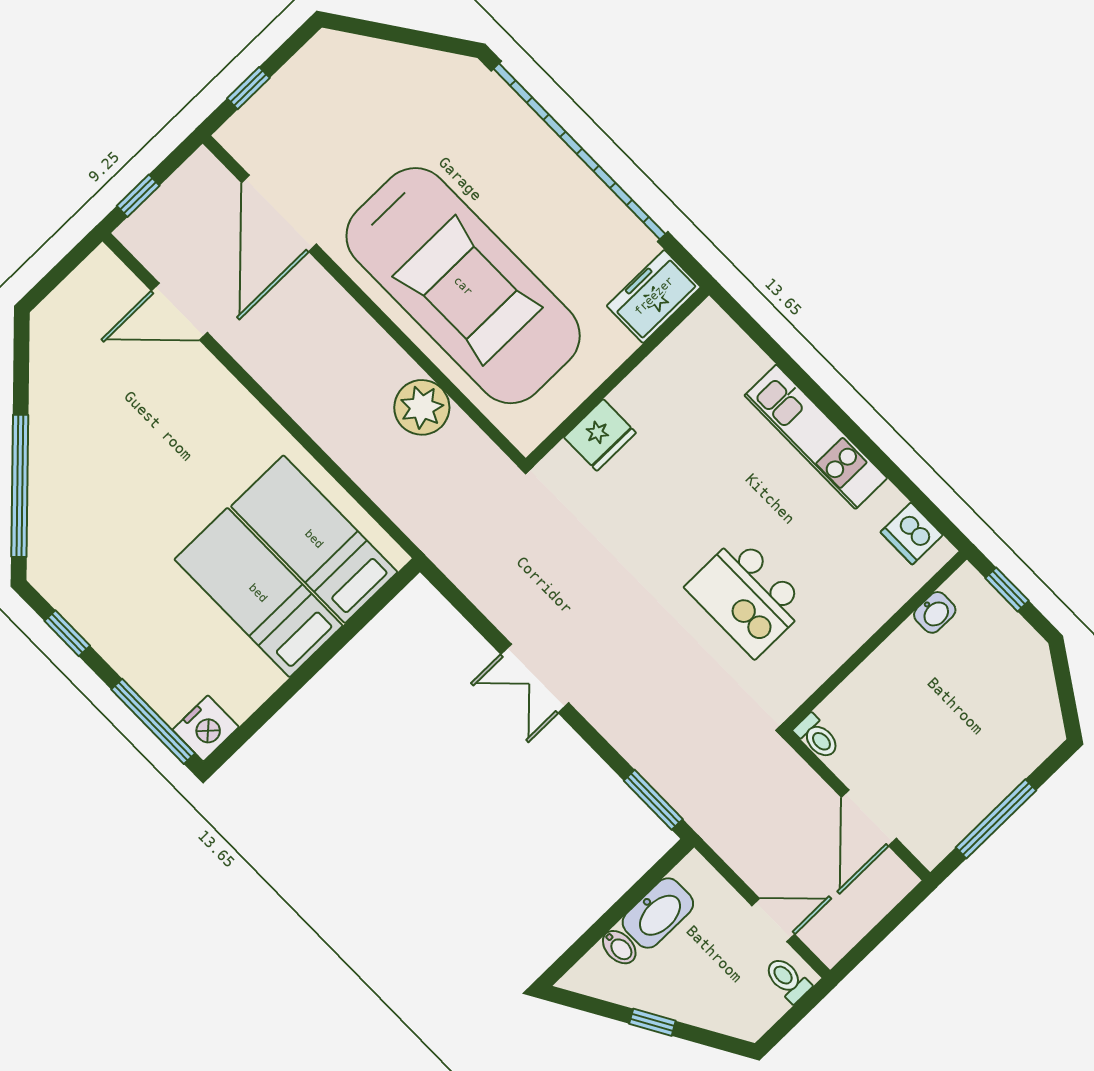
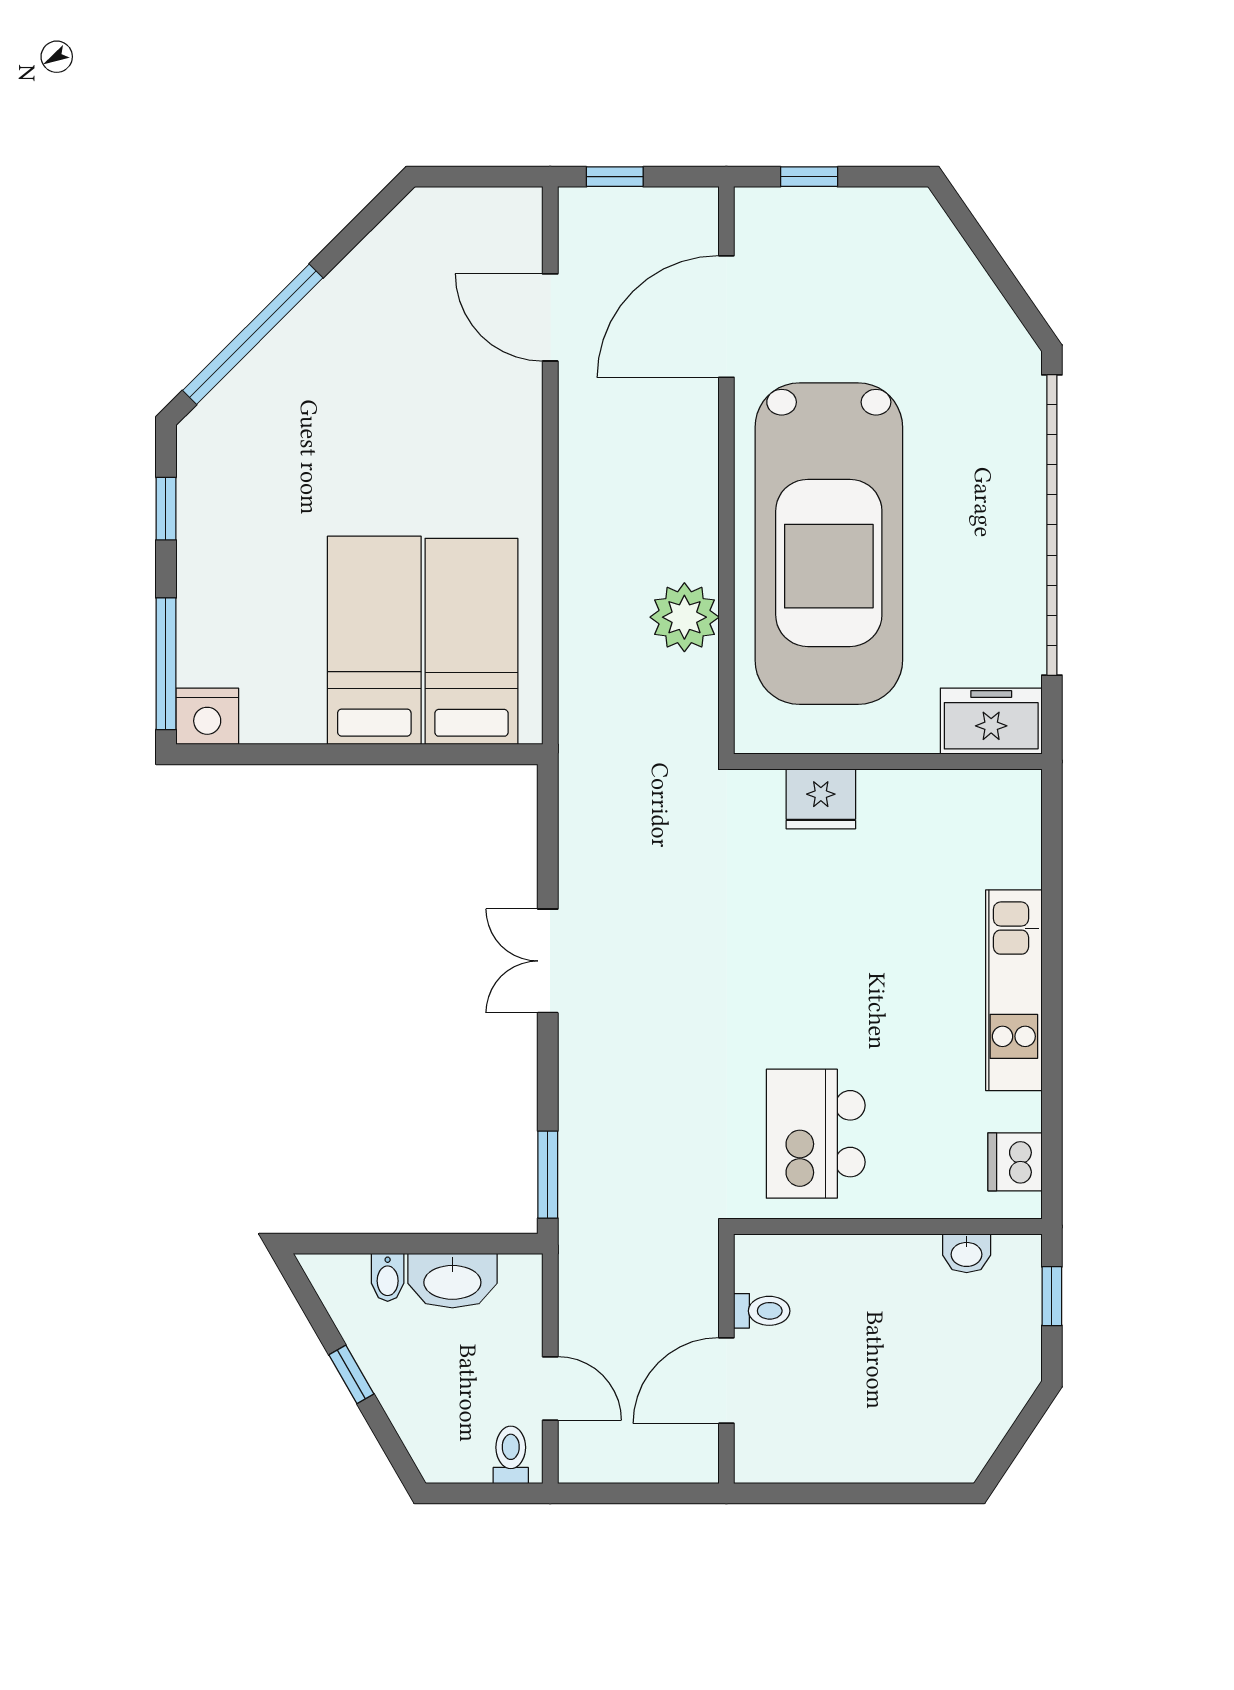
kitchen island: (747, 596) -> (816, 1134), moved
toilet: (817, 737) -> (762, 1311), moved, turned -90
window: (996, 819) -> (840, 1493), removed

